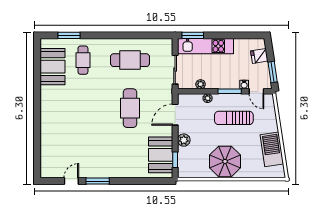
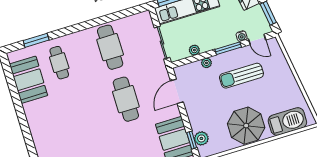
cafe table: (130, 60) -> (110, 47), turned 90
plant: (184, 140) -> (201, 138), moved
barbecue: (272, 149) -> (287, 122), moved, turned 99

